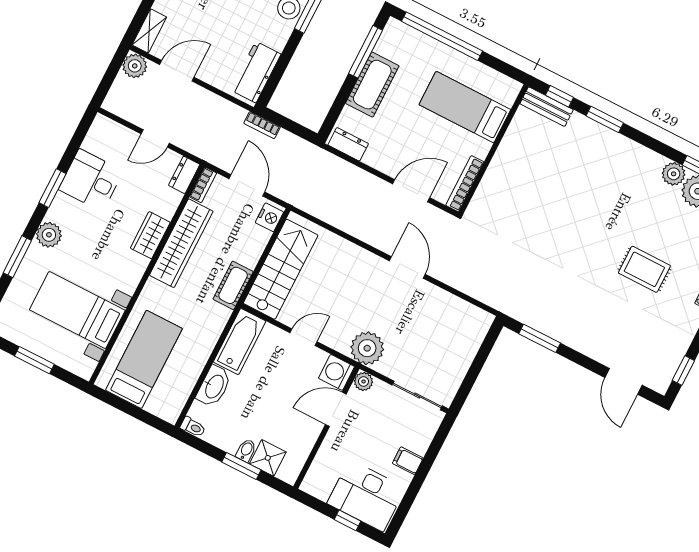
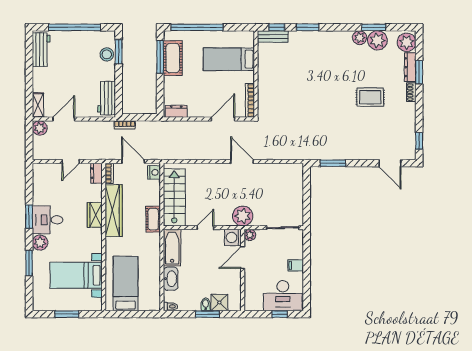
cot: (372, 85) -> (173, 58), moved
desk: (91, 180) -> (48, 220), moved

